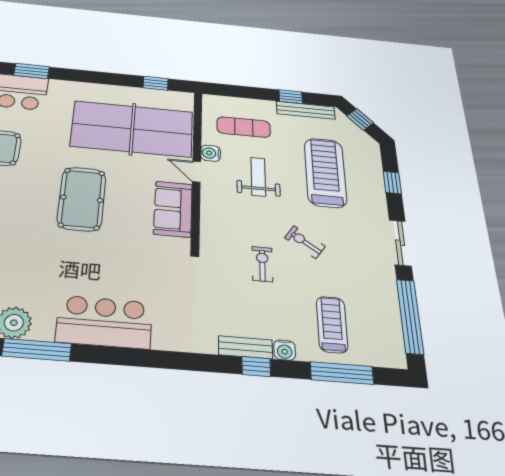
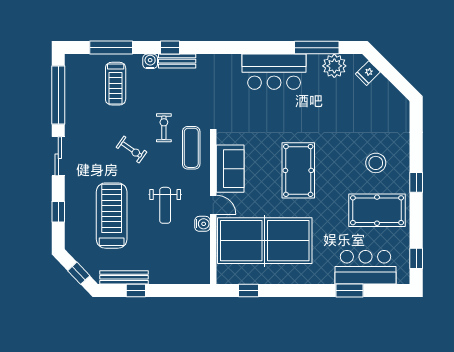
exercise mat: (244, 127) -> (191, 148), moved, turned 90
treadmill: (325, 172) -> (112, 216), turned 180
exercise bike: (262, 264) -> (164, 128), turned 180

